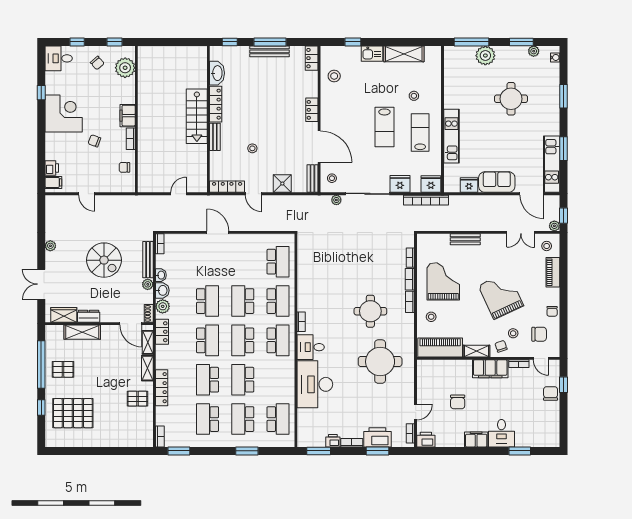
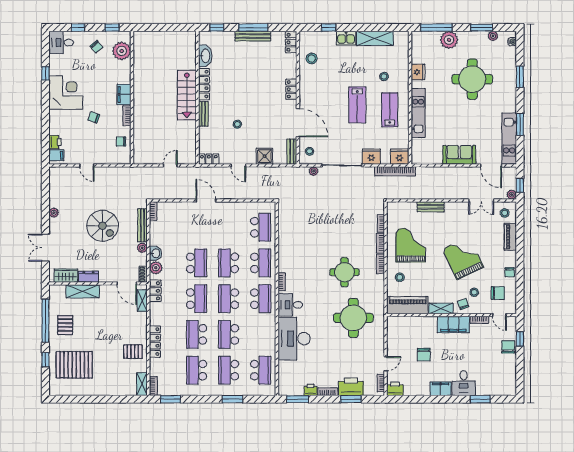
round table: (511, 99) -> (472, 79), width x1.36, depth x1.36
fridge: (469, 185) -> (418, 72), moved, turned 90
locker: (227, 187) -> (209, 159), width x0.66
washbasin: (161, 275) -> (154, 239), removed
shelving: (147, 368) -> (142, 384), moved
pallet: (63, 369) -> (65, 325), turned 90

